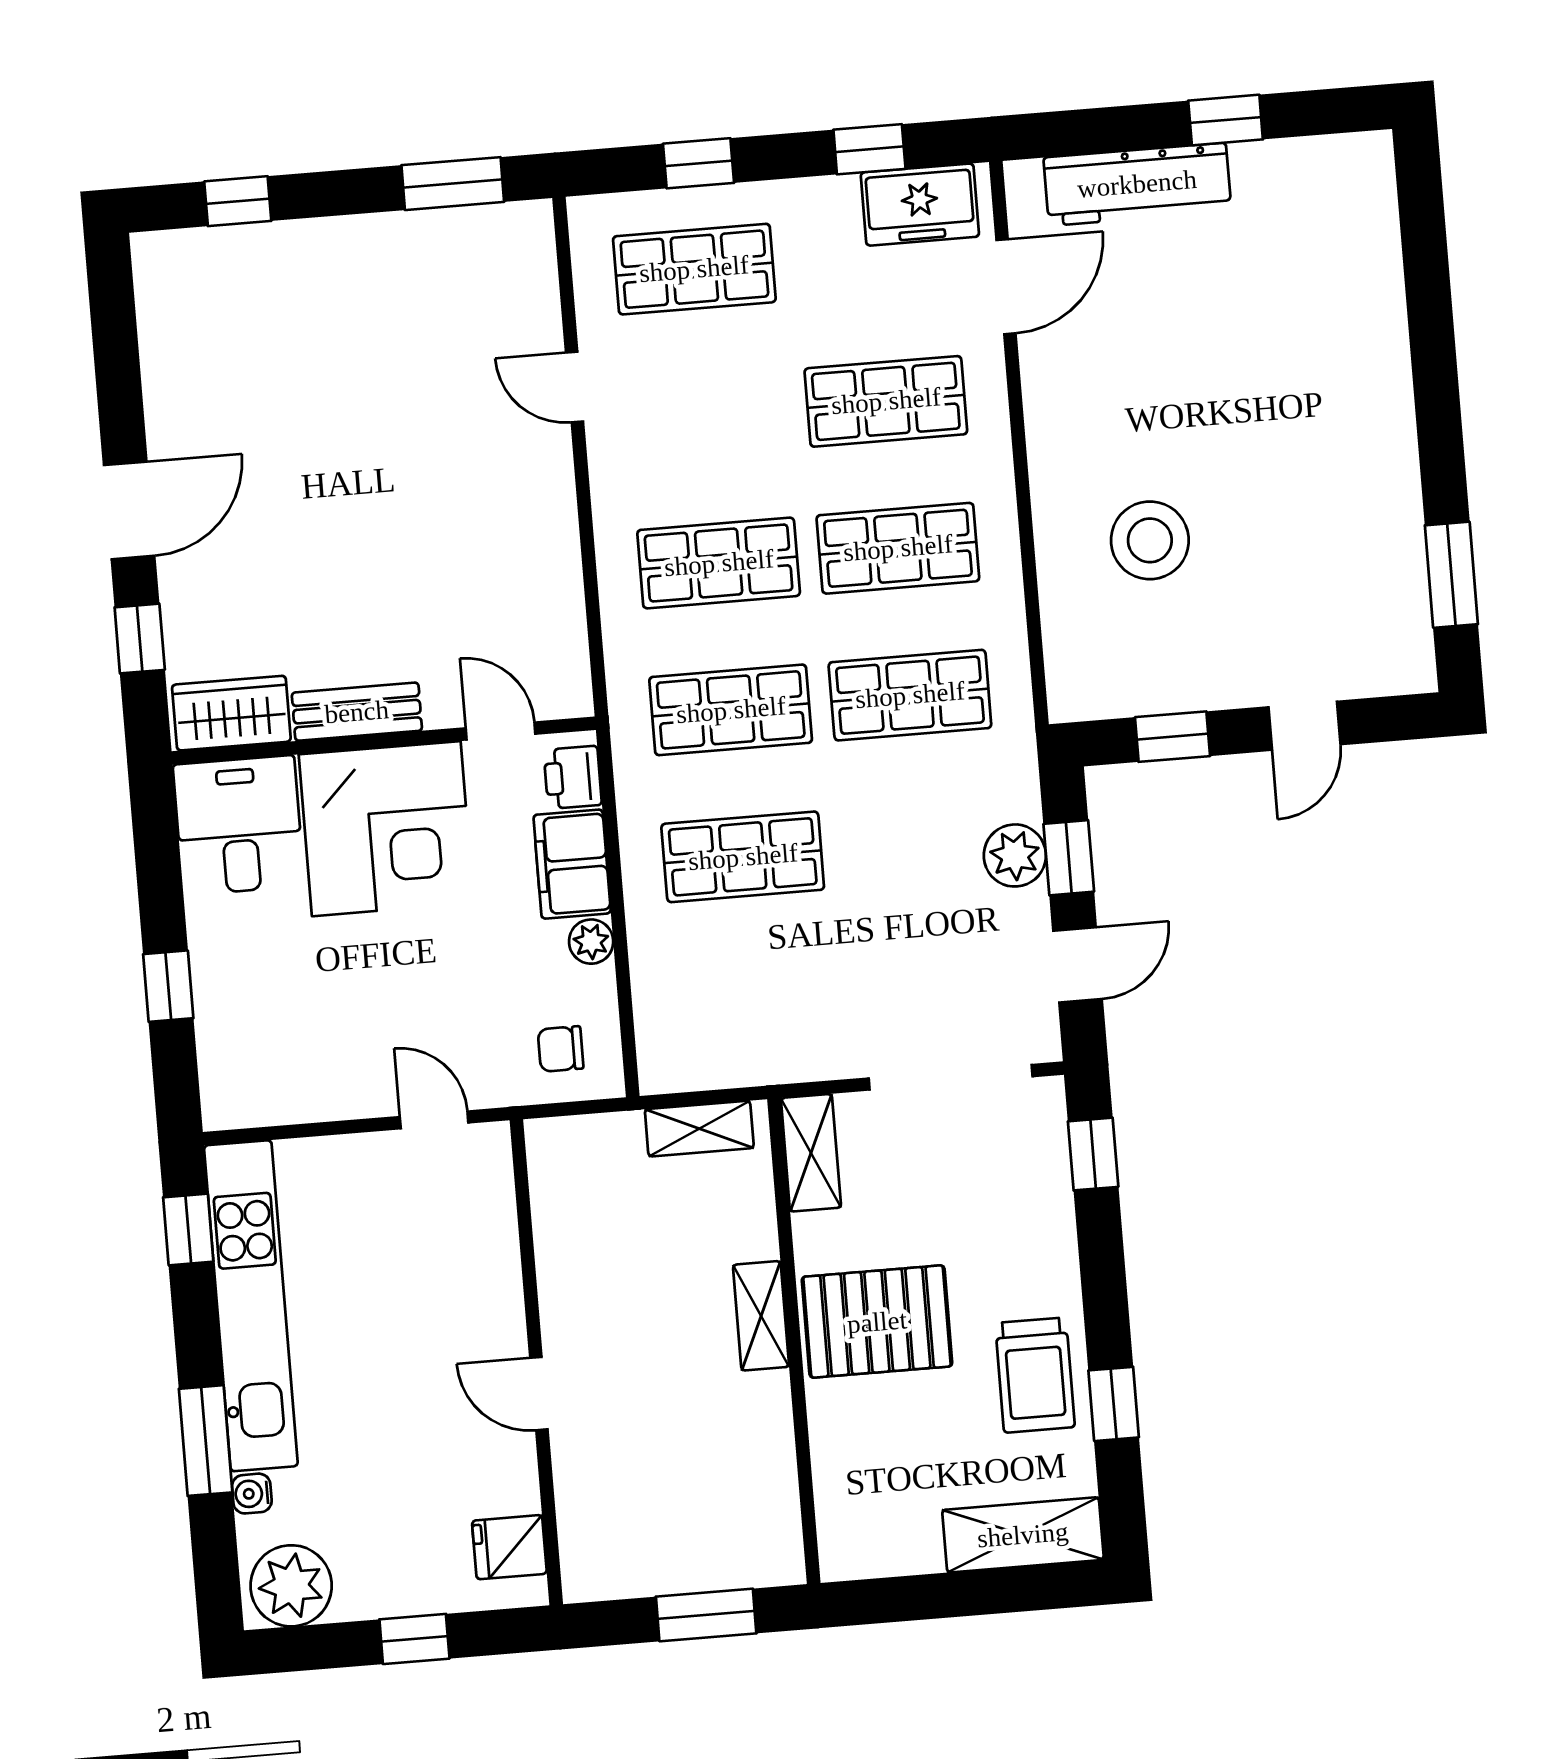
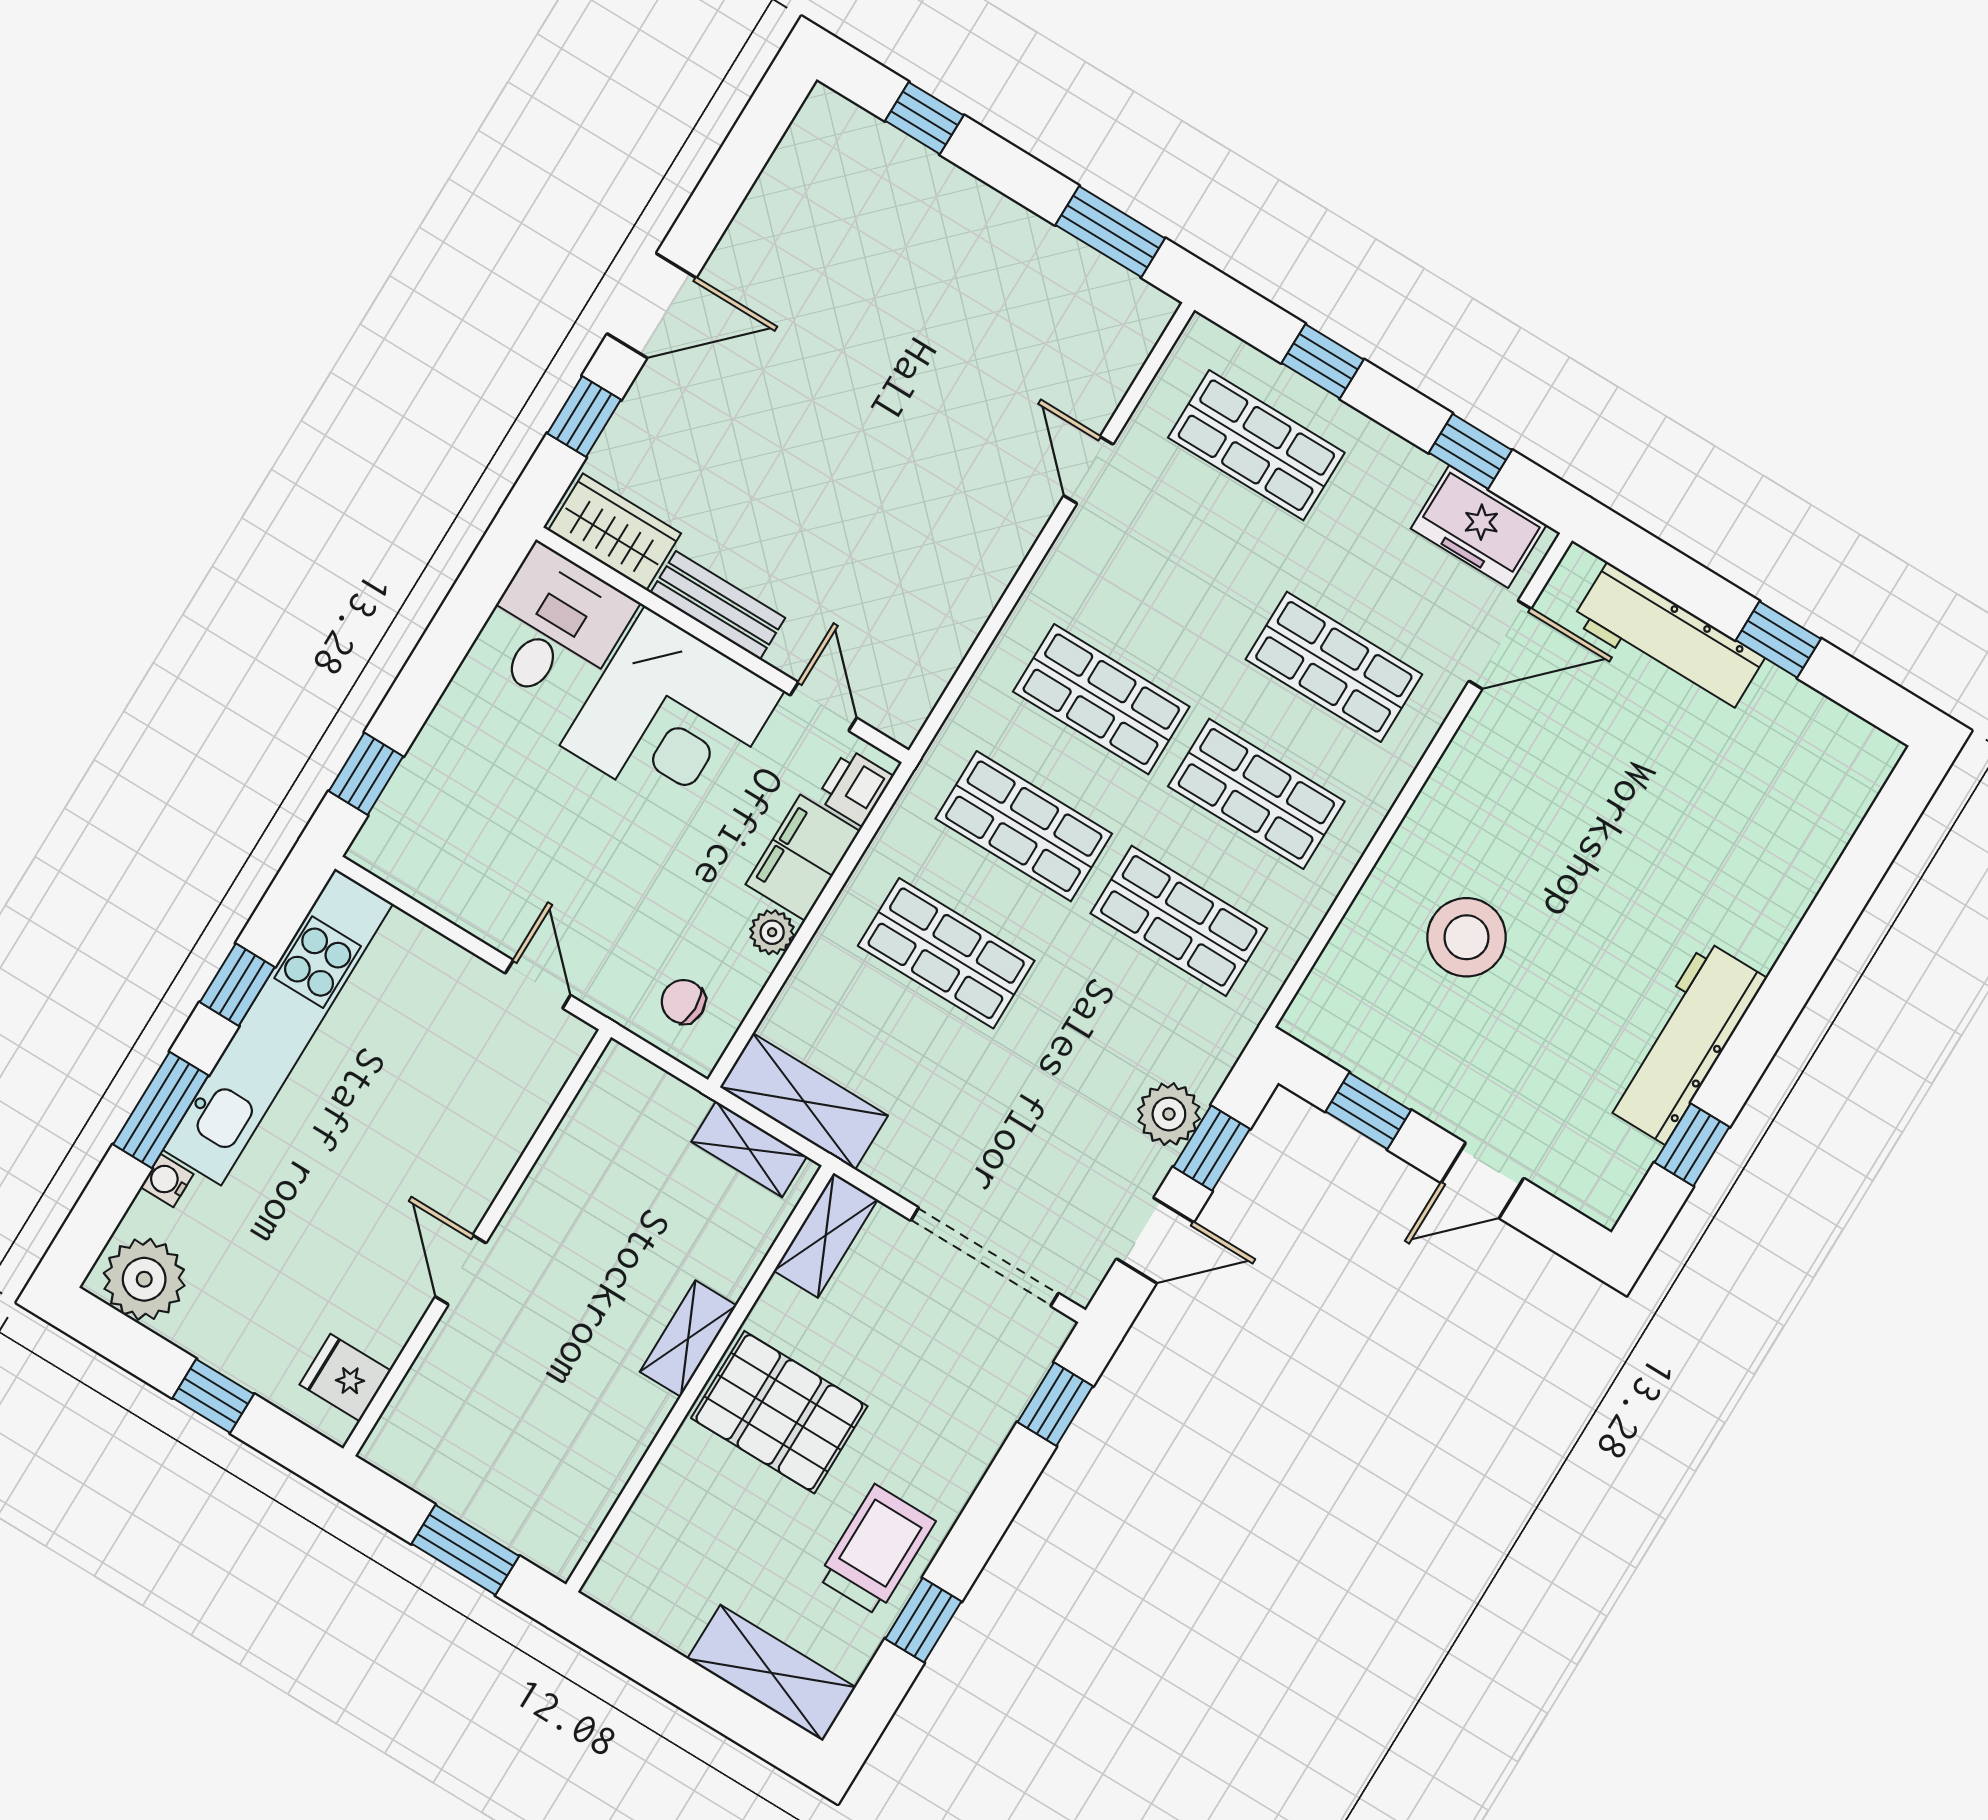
workbench: (1386, 497) -> (1685, 1042), added
window: (1451, 575) -> (1692, 1145), width x0.67
window: (168, 986) -> (366, 774), moved
shelving: (715, 1058) -> (804, 1101), added
window: (188, 1229) -> (237, 985), moved
trolley: (1035, 1375) -> (876, 1550), turned 180

